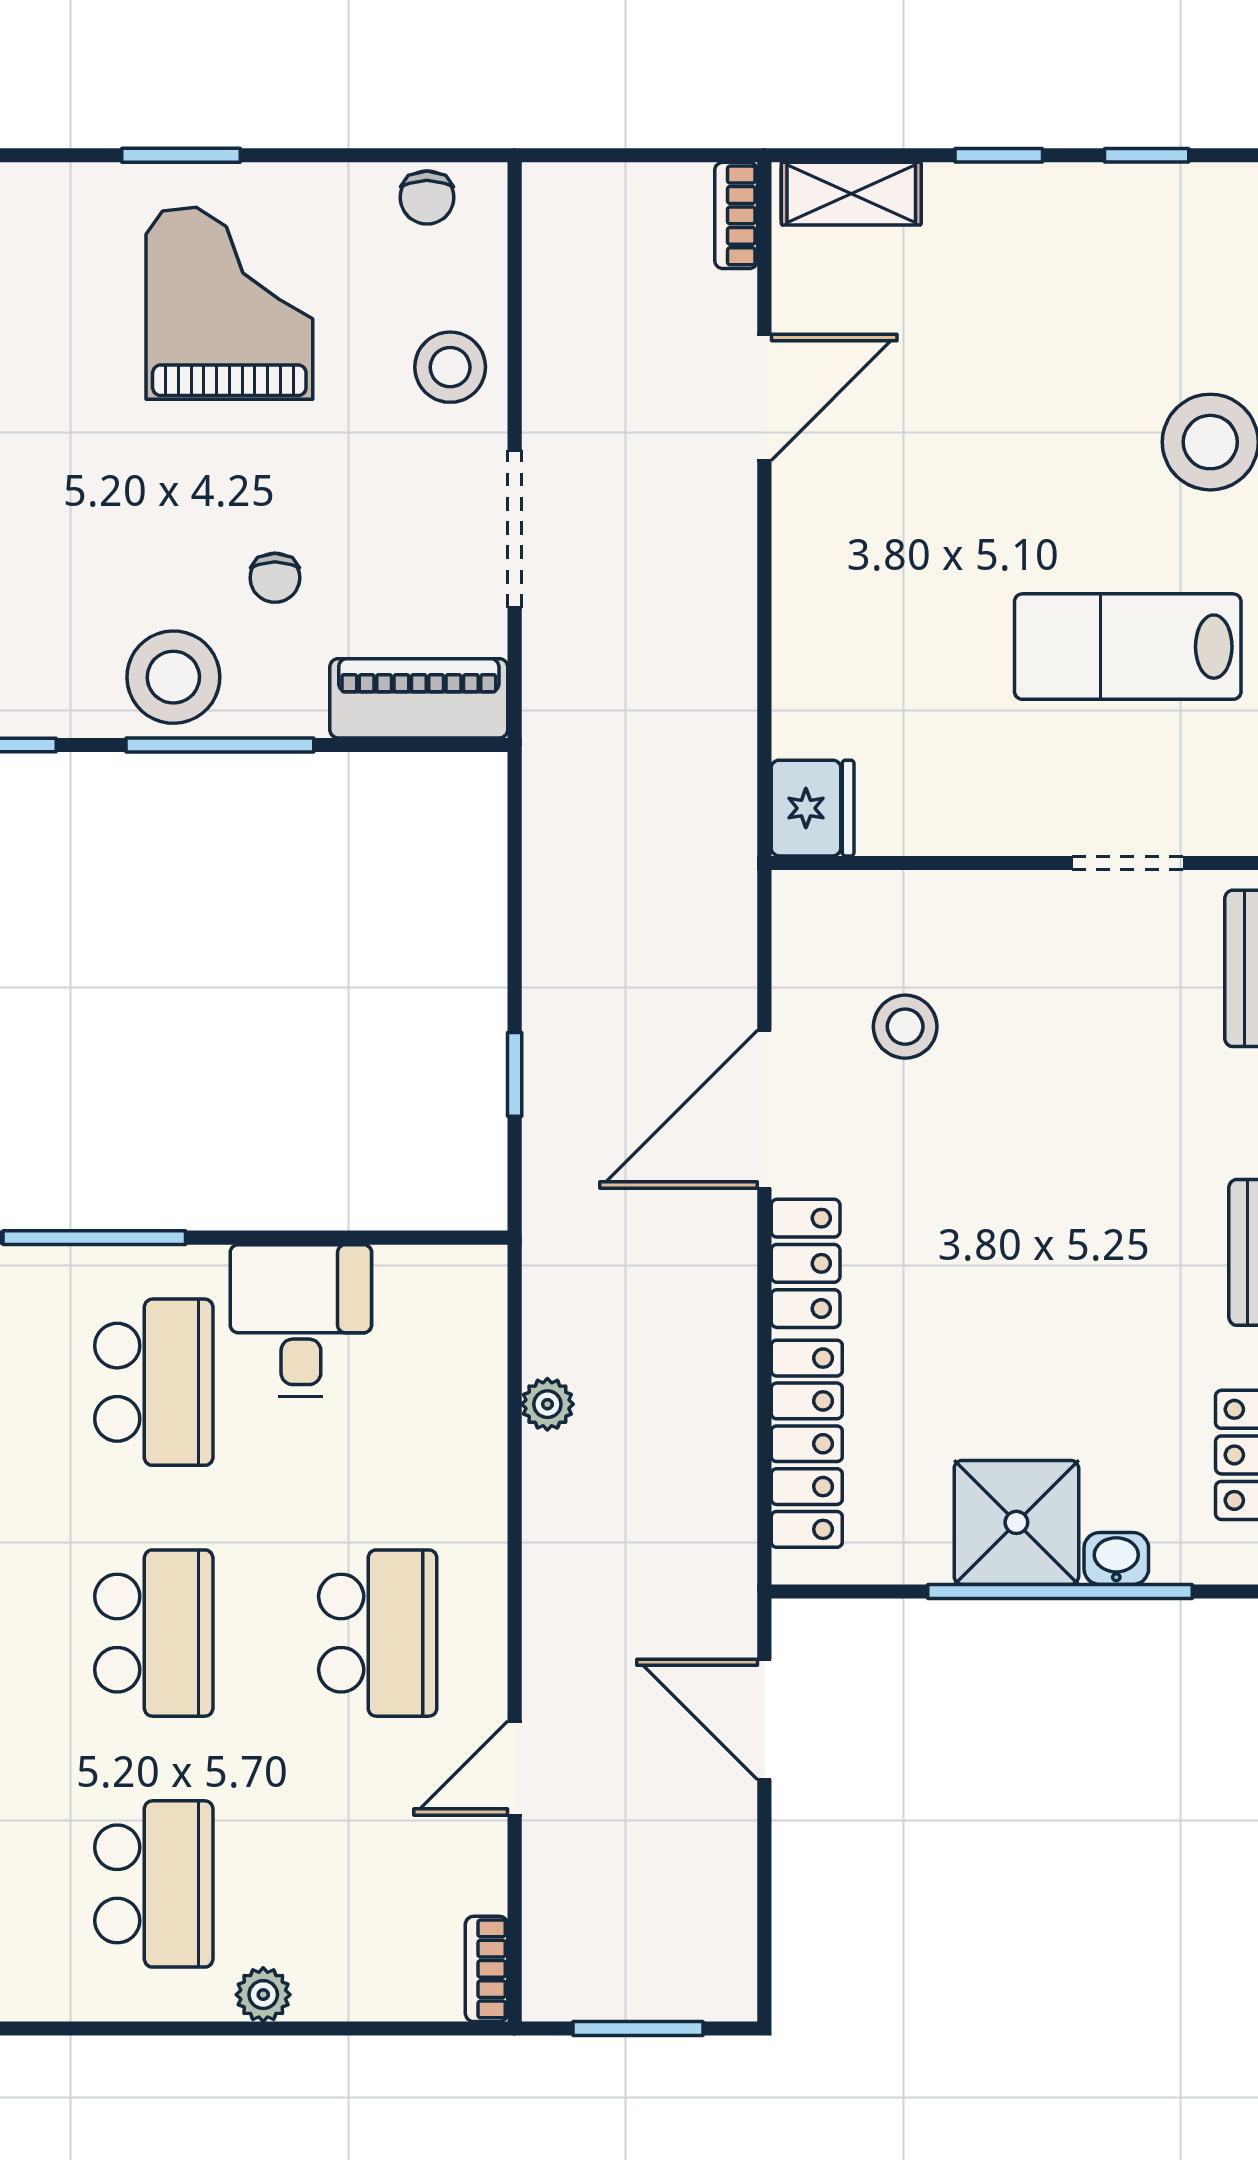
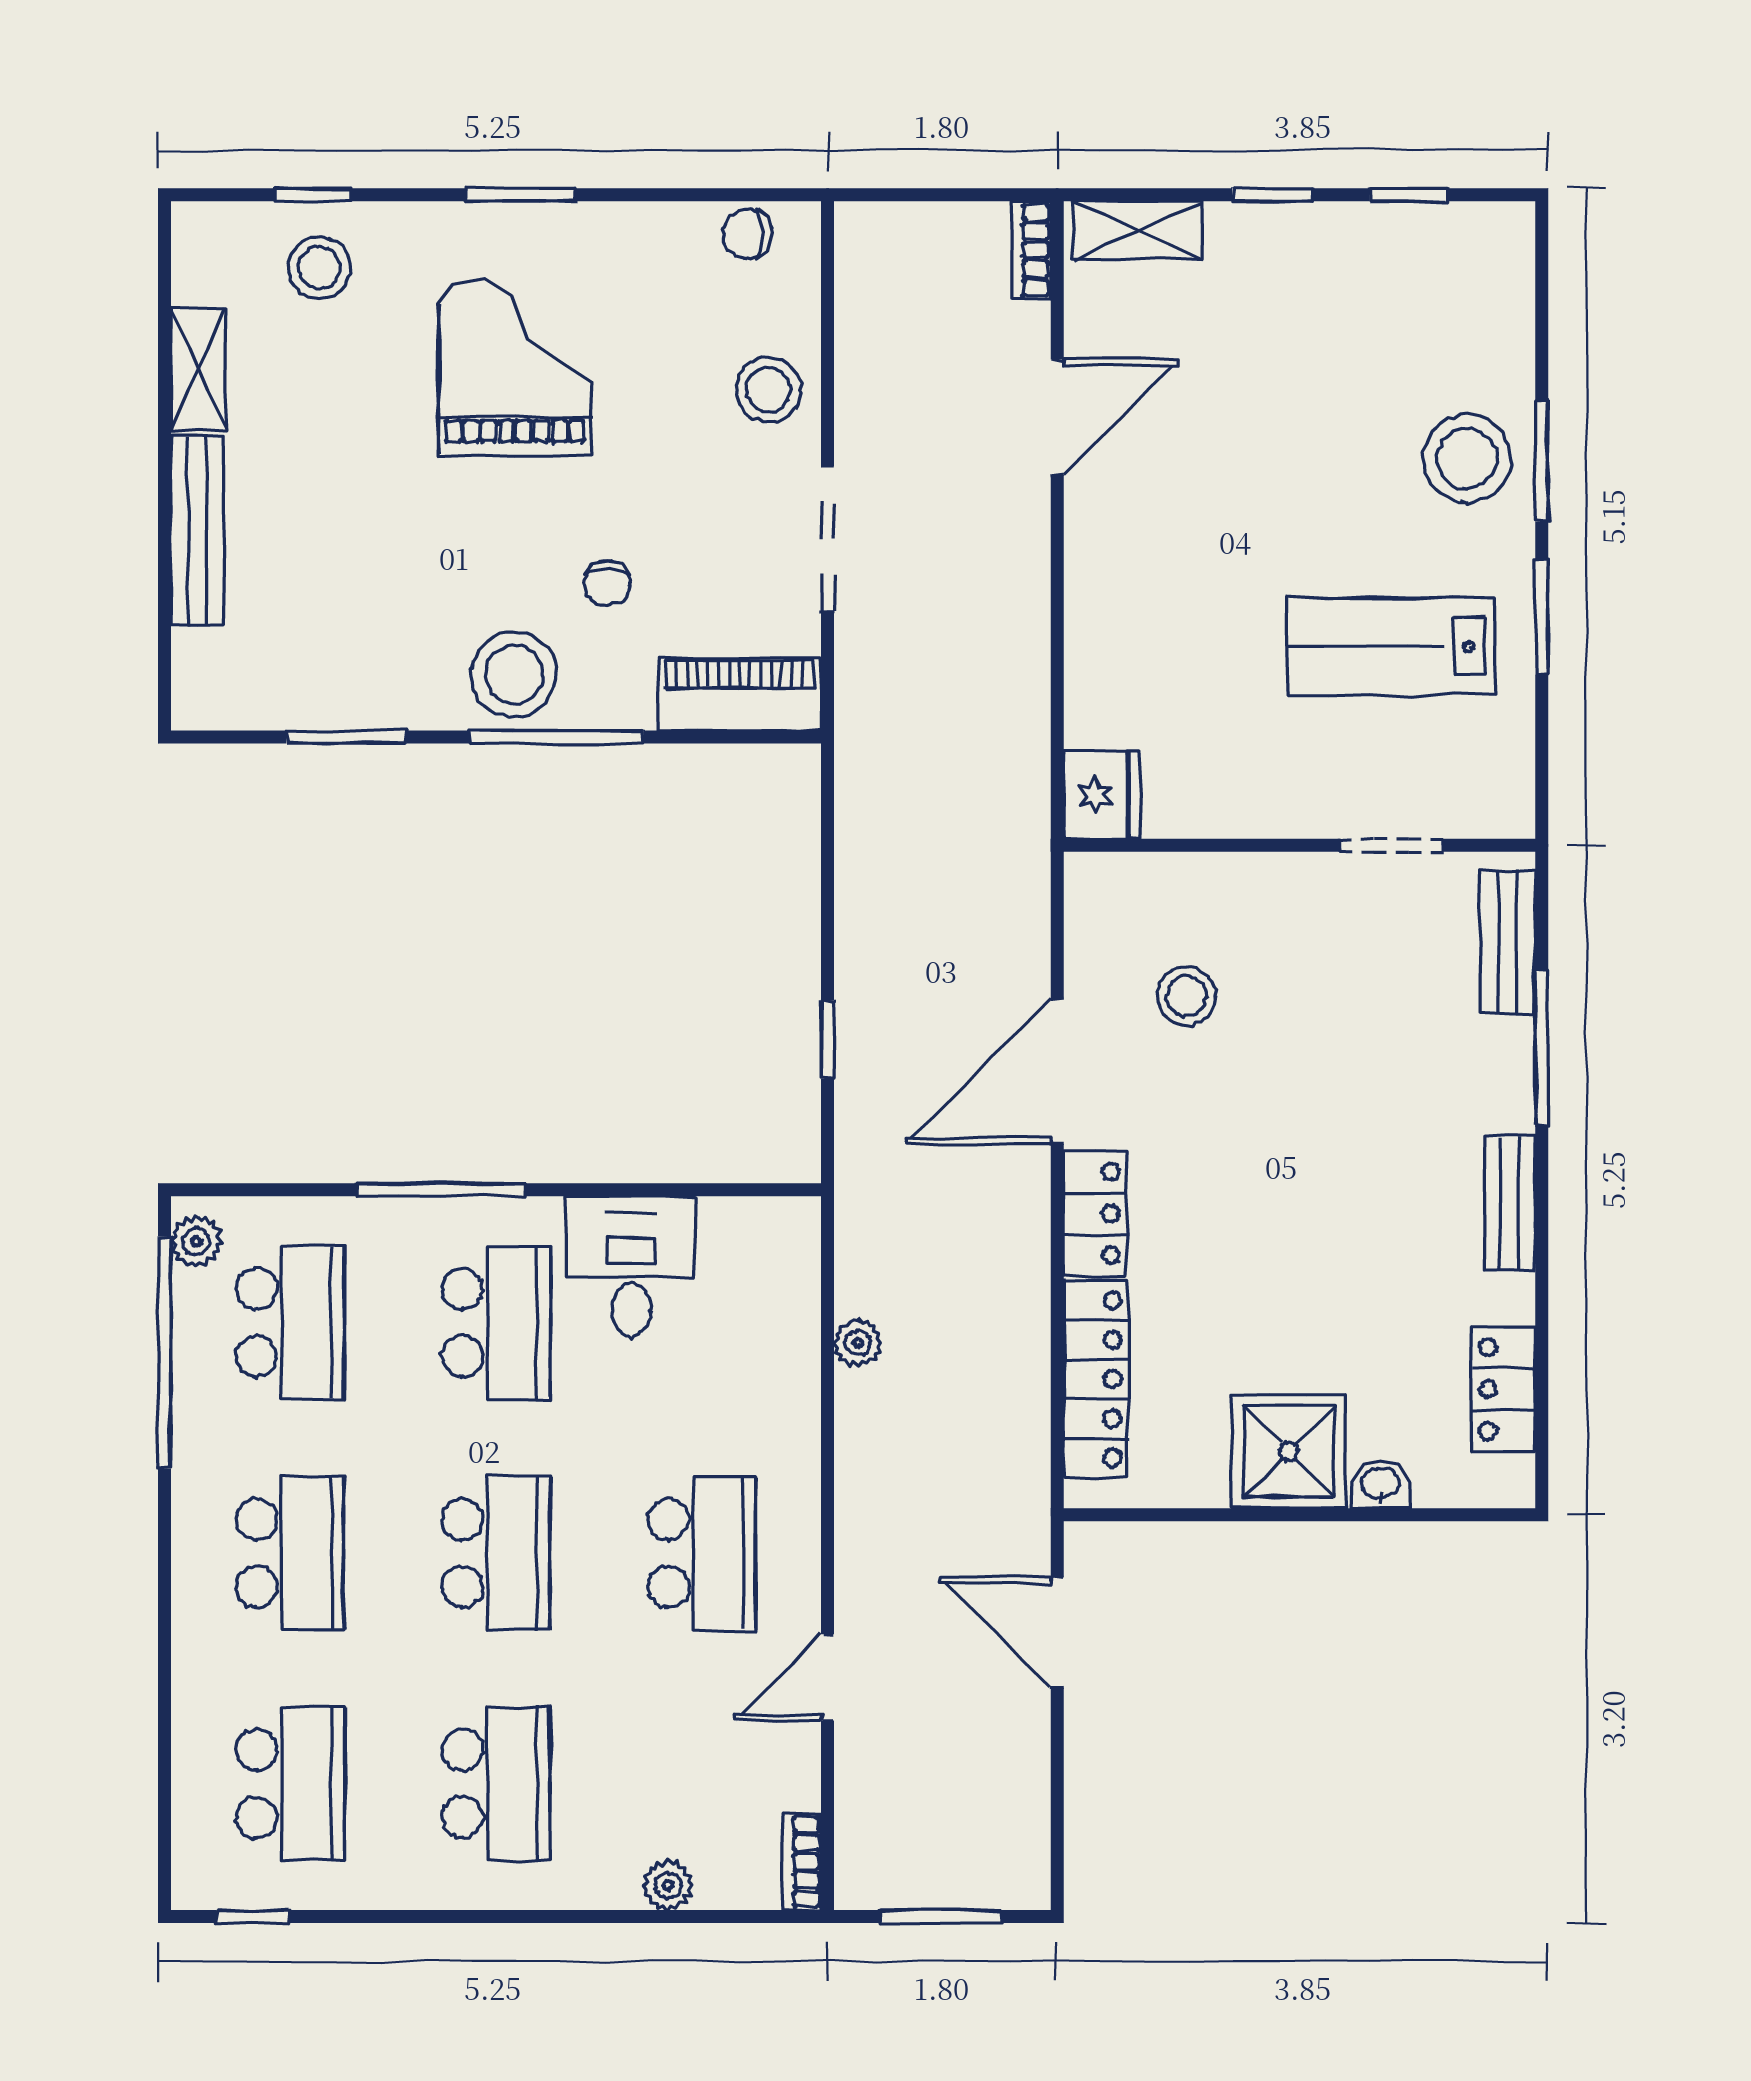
chair: (427, 197) -> (747, 234), turned 90
grand piano: (229, 303) -> (515, 367), moved
window: (1060, 1591) -> (1329, 1515), removed
plant: (263, 1995) -> (668, 1885), moved

